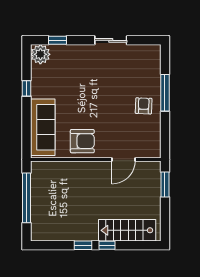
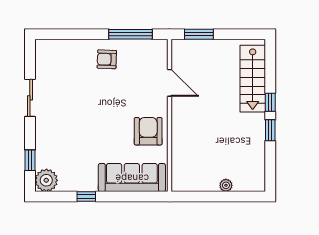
window: (165, 93) -> (130, 34), moved
window: (27, 198) -> (215, 197), removed
plant: (36, 208) -> (226, 185), added

